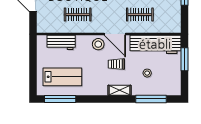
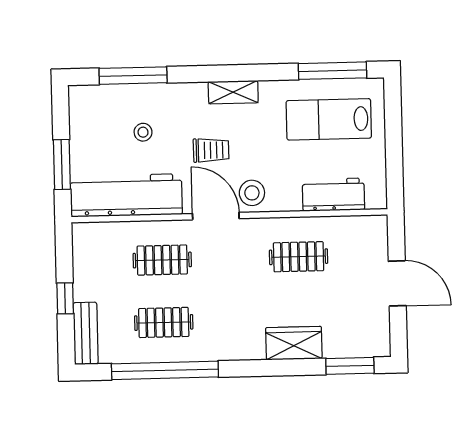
shelving: (119, 90) -> (233, 92), moved

